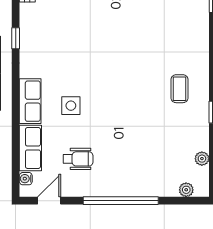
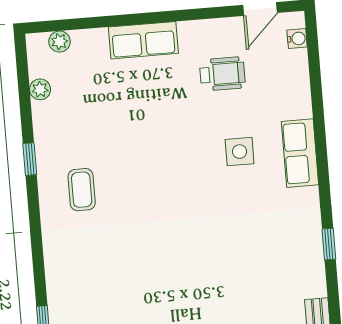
row of seats: (30, 148) -> (143, 40), moved, turned -90
wheelchair: (78, 159) -> (222, 74), turned 180
window: (121, 201) -> (155, 18), removed

